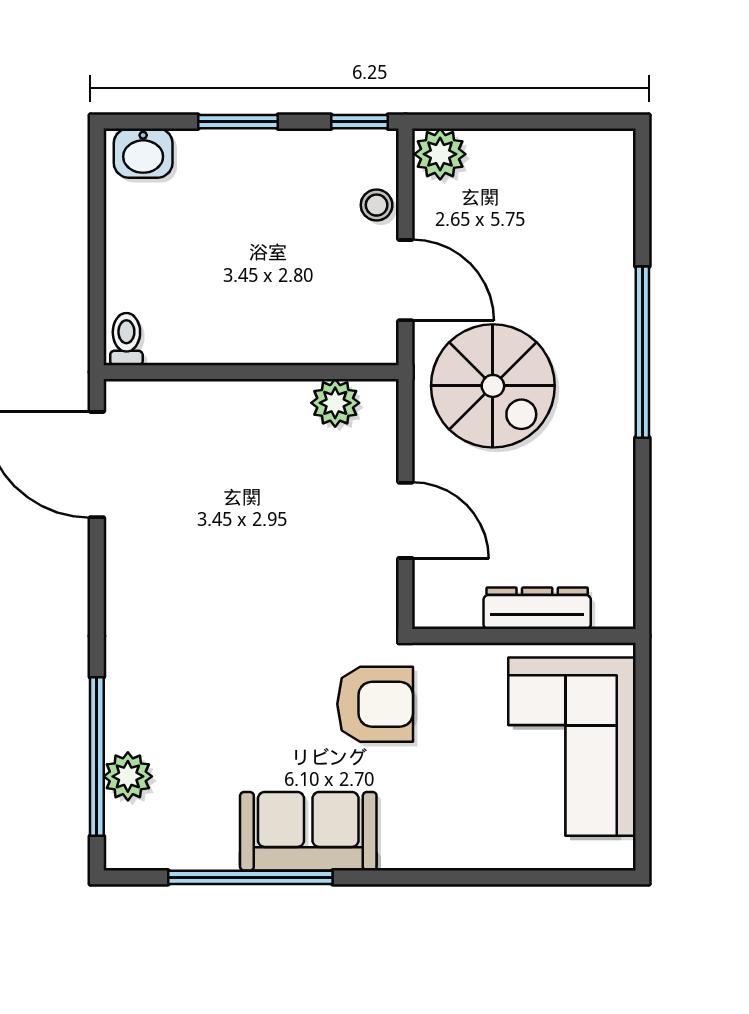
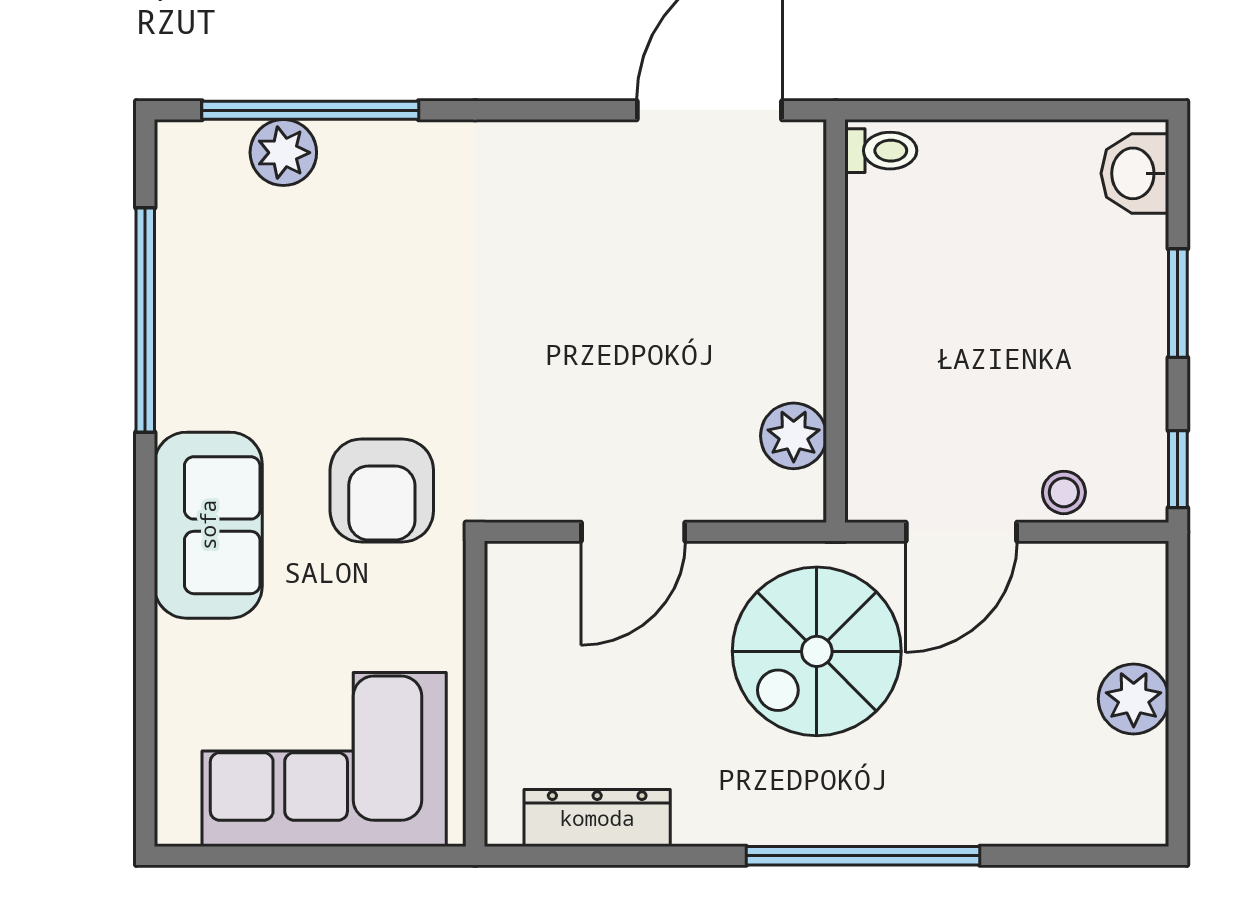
plant: (440, 154) -> (1134, 699), moved
dresser: (537, 608) -> (597, 818), moved, turned -90
sofa: (308, 831) -> (208, 525), moved

